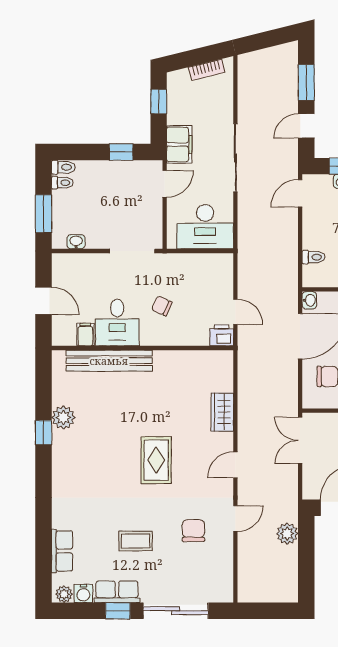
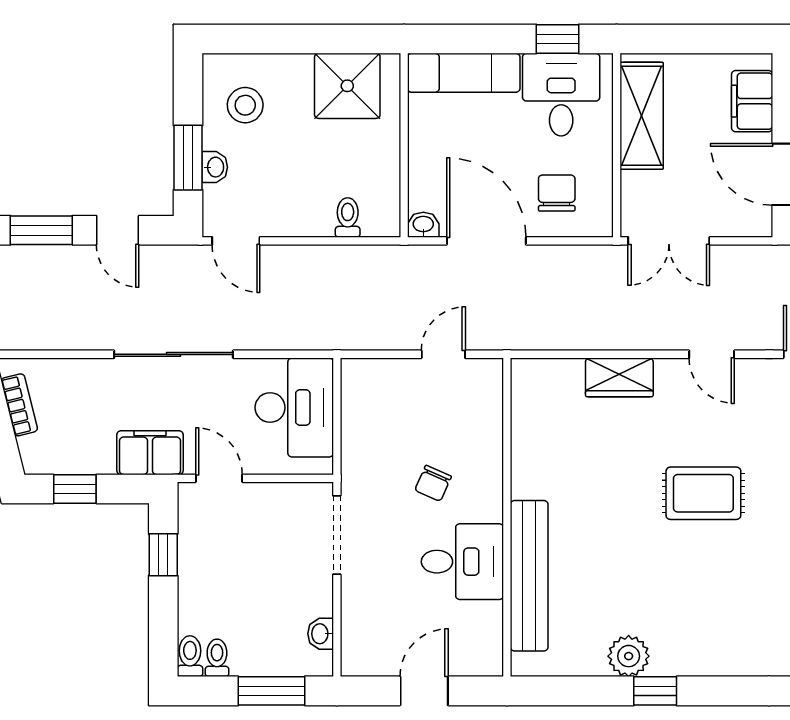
filing cabinet: (85, 335) -> (483, 617), removed
printer: (222, 335) -> (484, 379), removed

